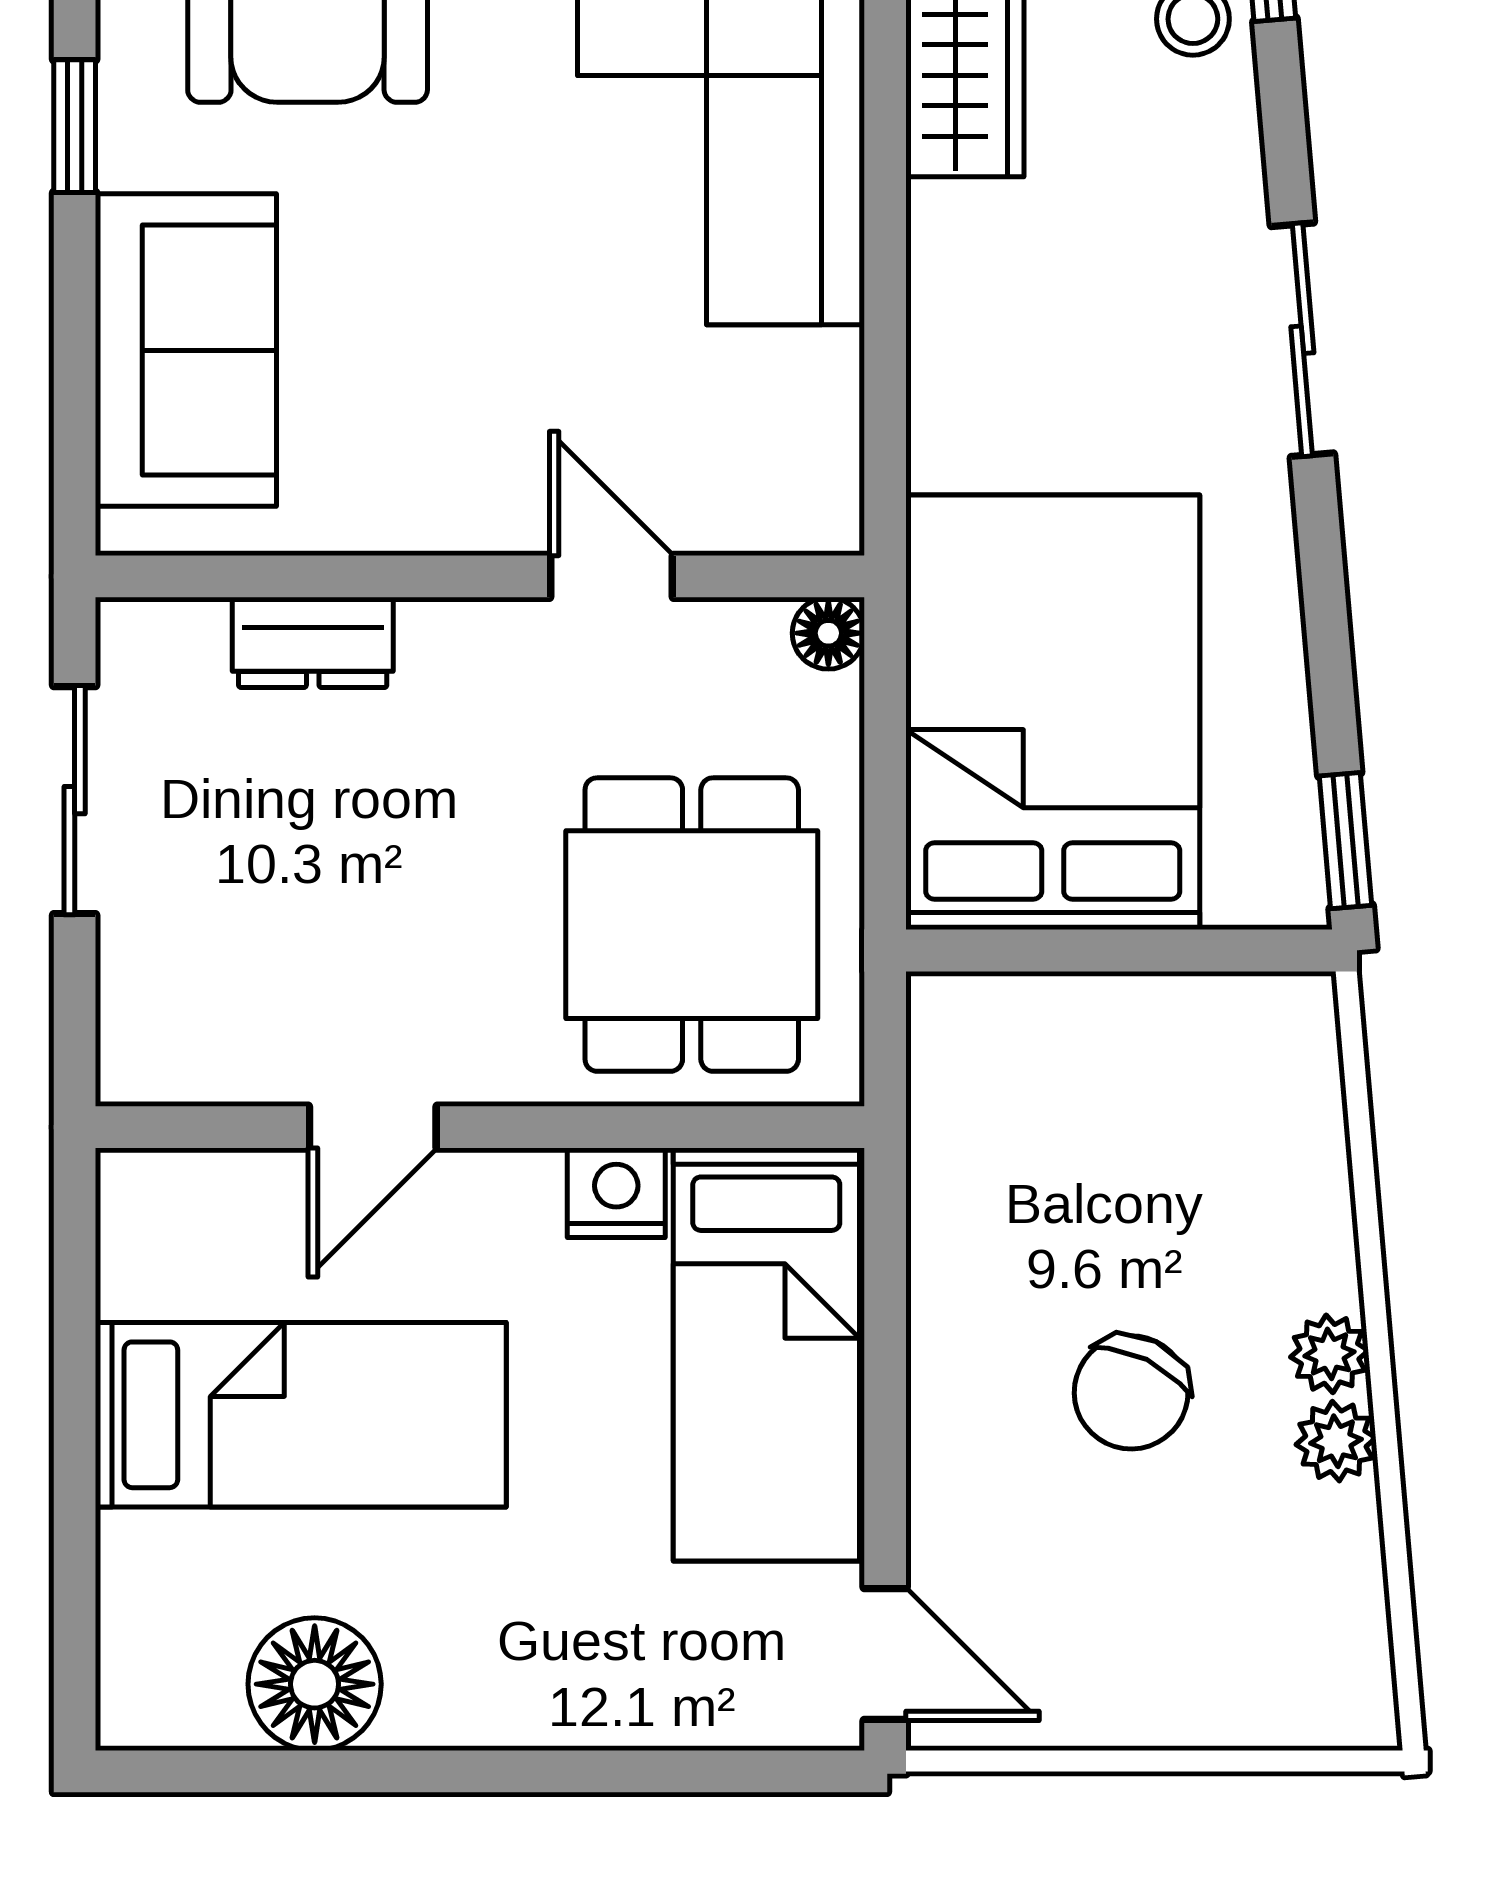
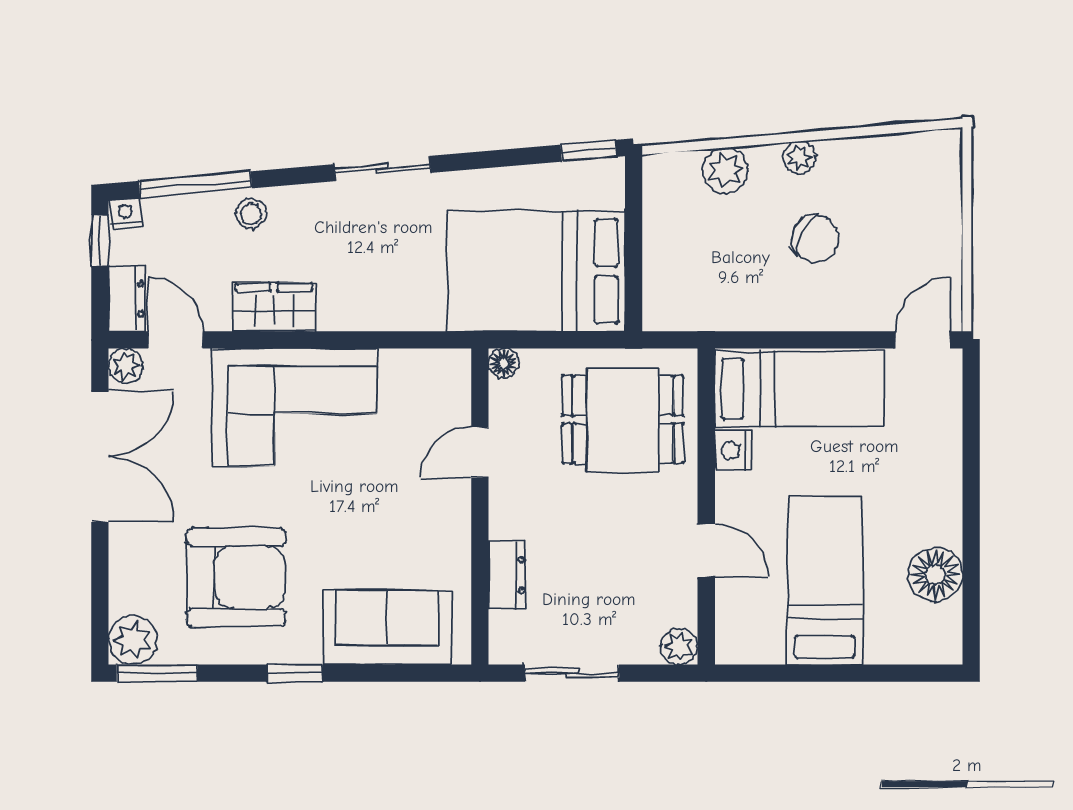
plant: (140, 1060) -> (679, 646), added
plant: (1336, 1441) -> (725, 170), moved, width x1.38, depth x1.38

